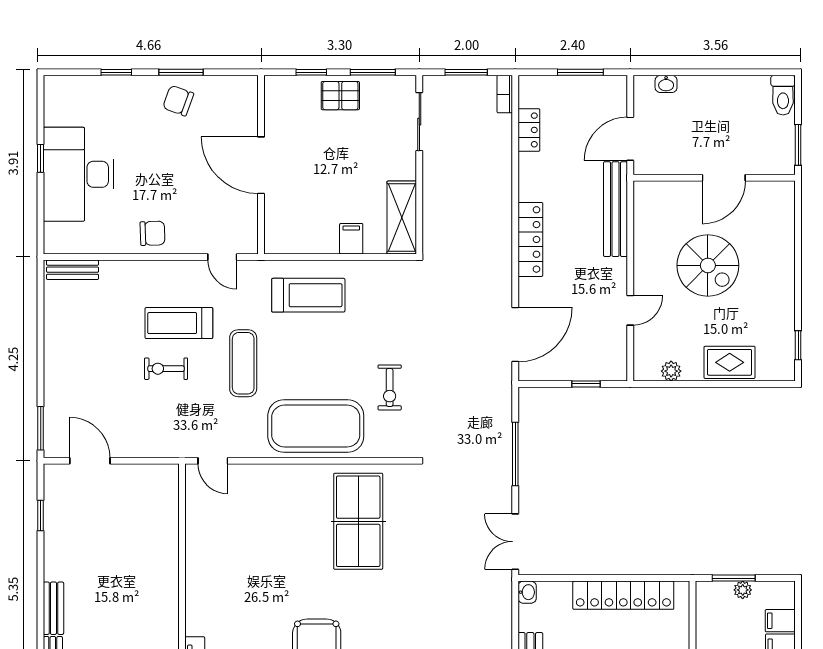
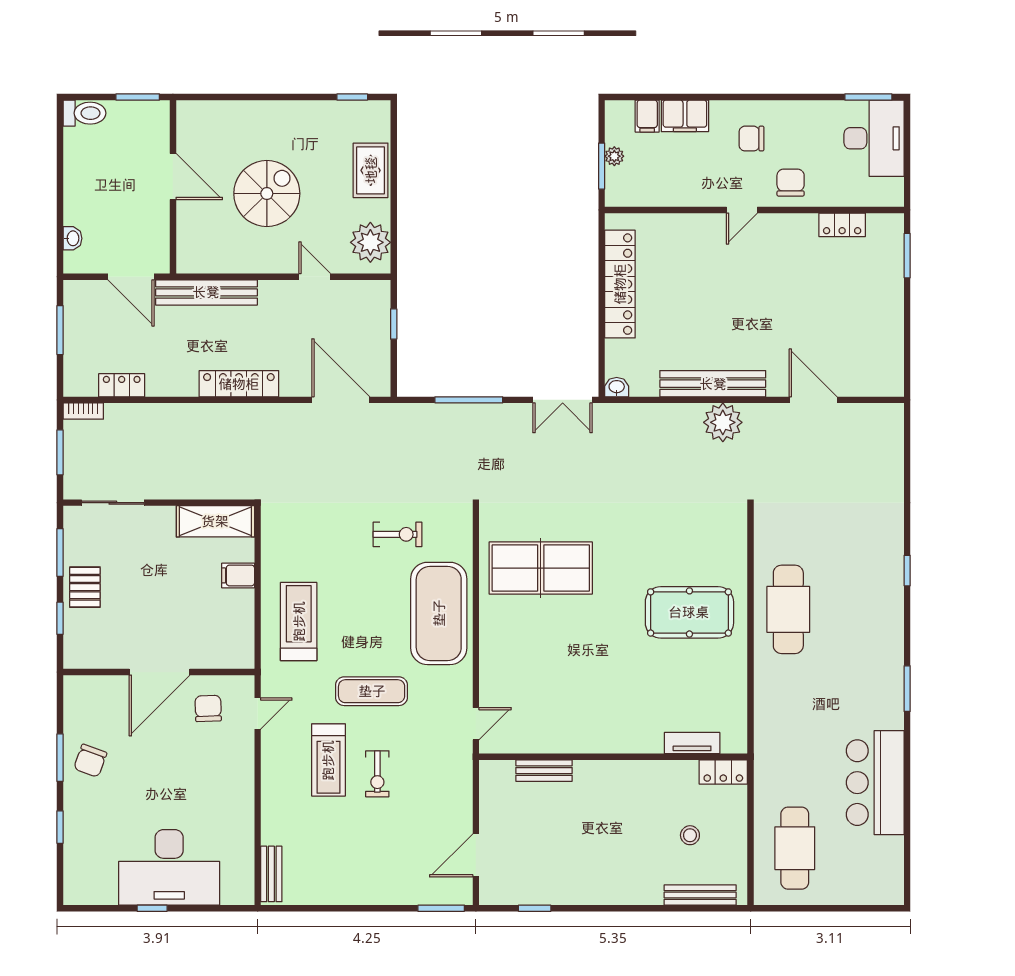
chair: (152, 233) -> (208, 708), moved
plant: (671, 371) -> (370, 242), width x1.87, depth x1.87
bench: (53, 608) -> (544, 771), moved

